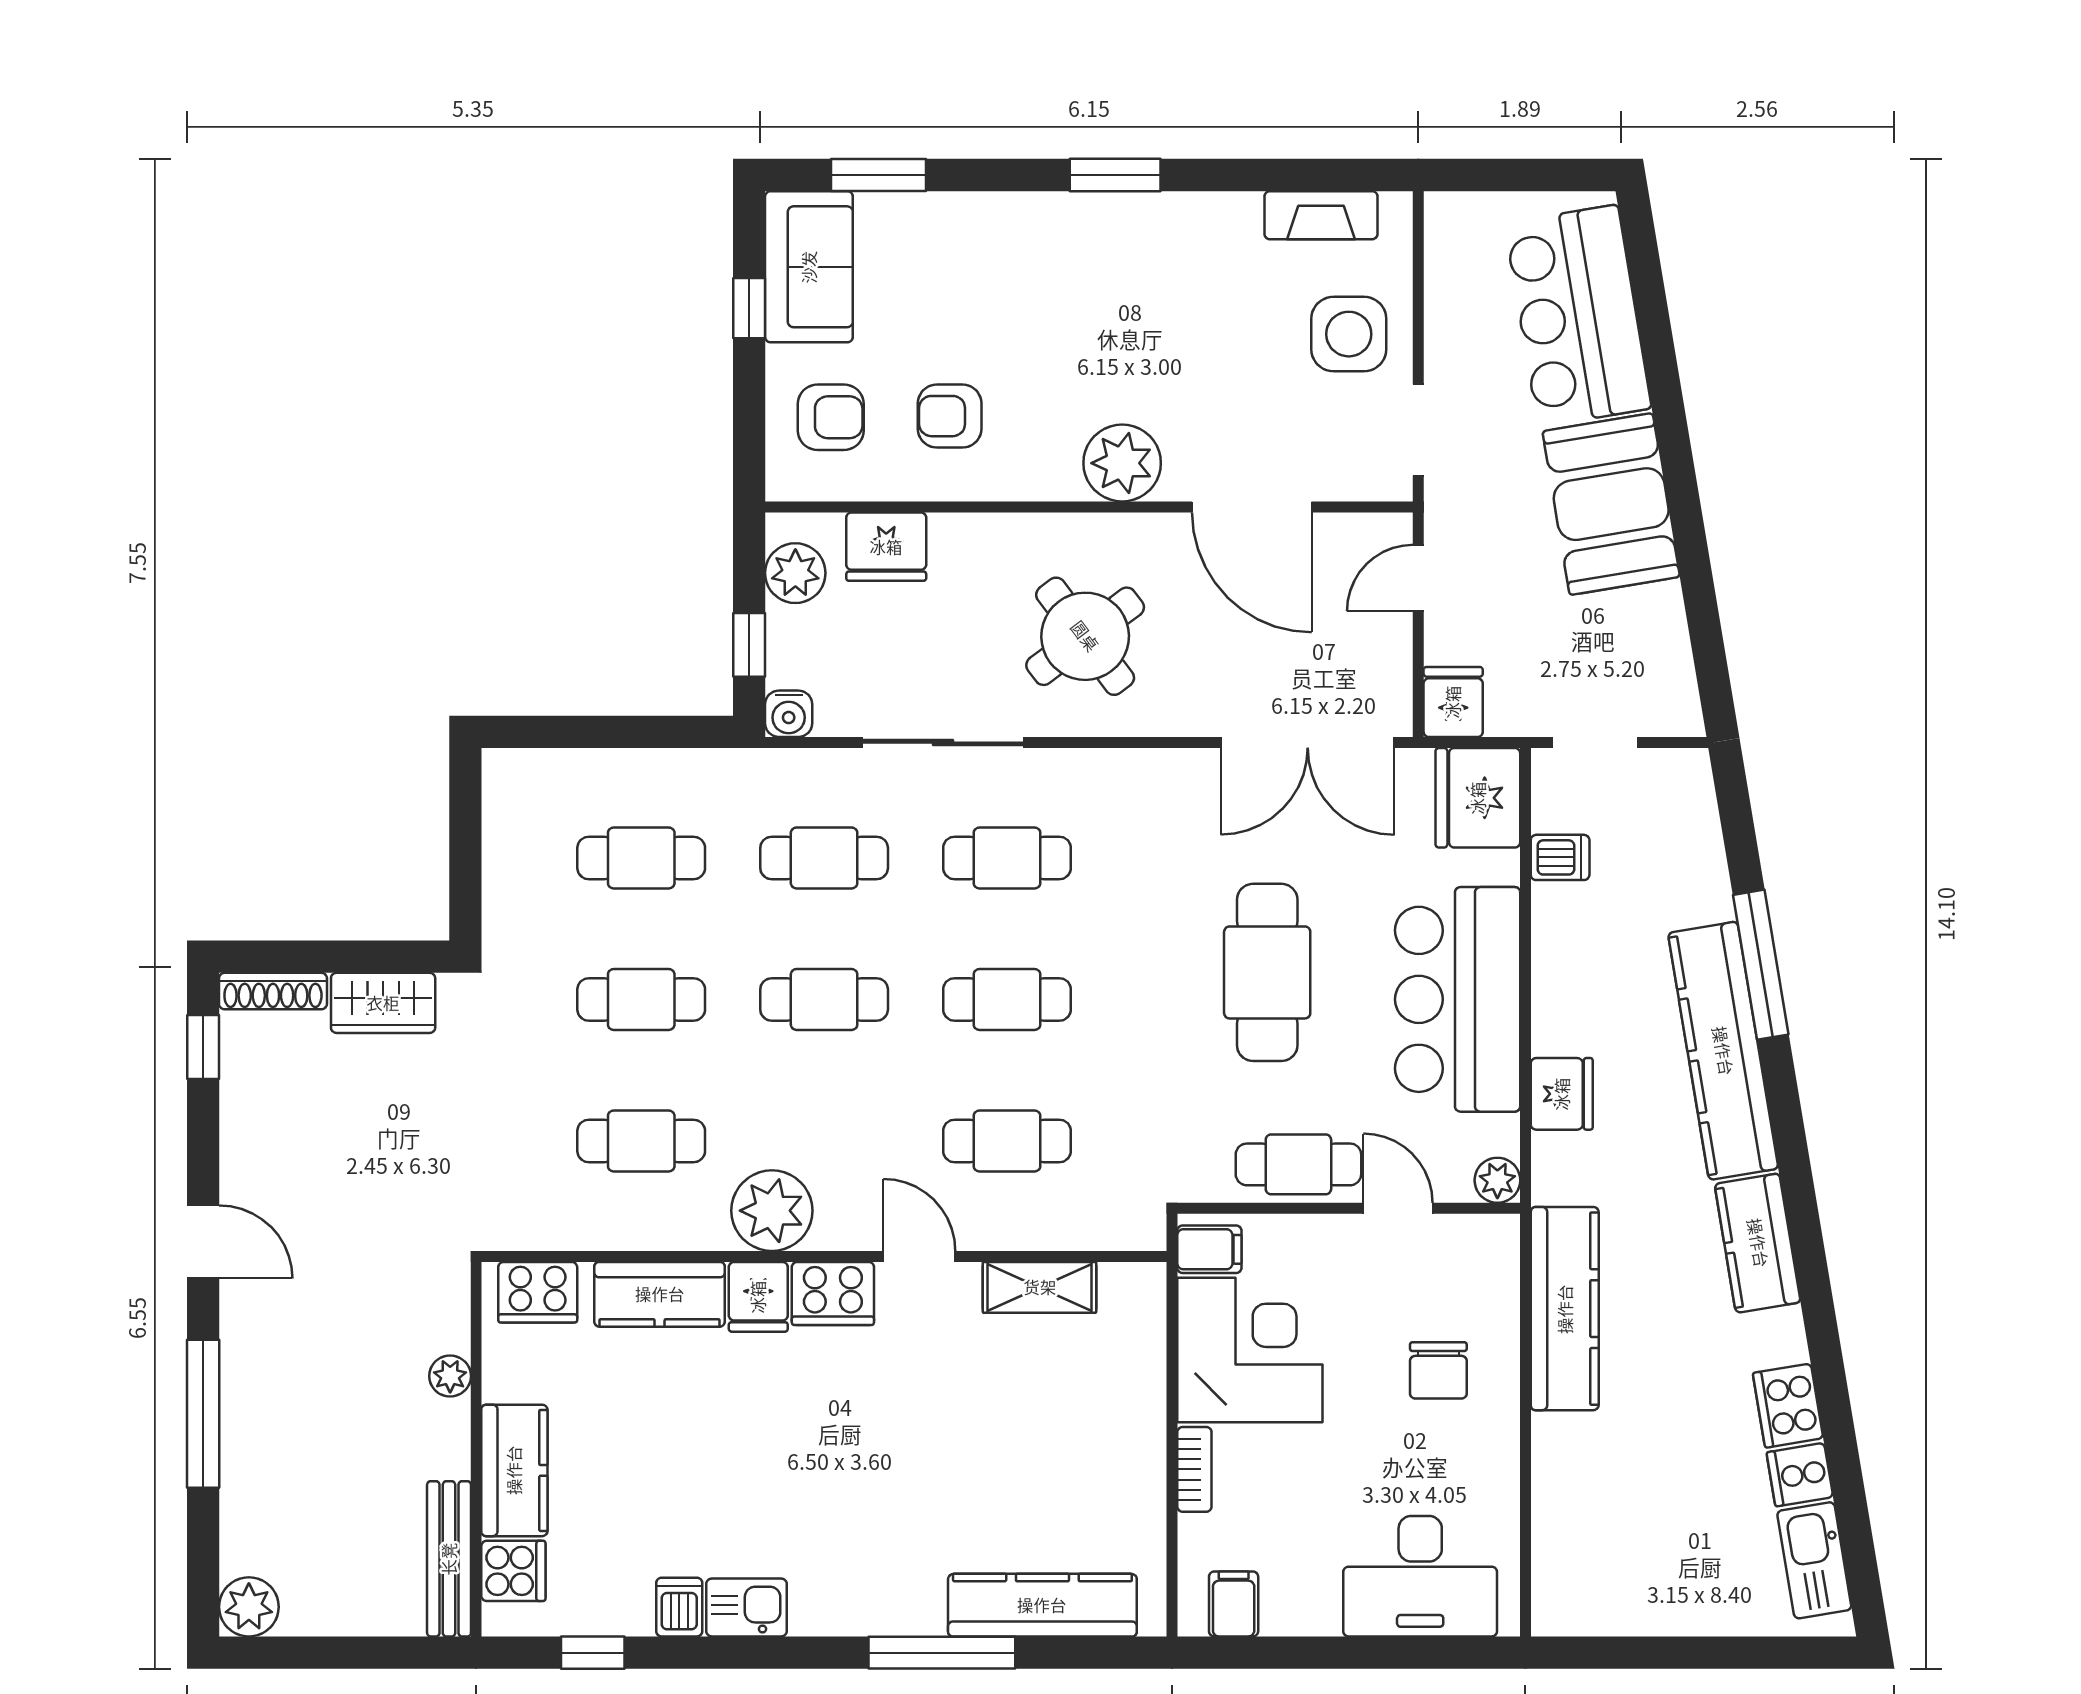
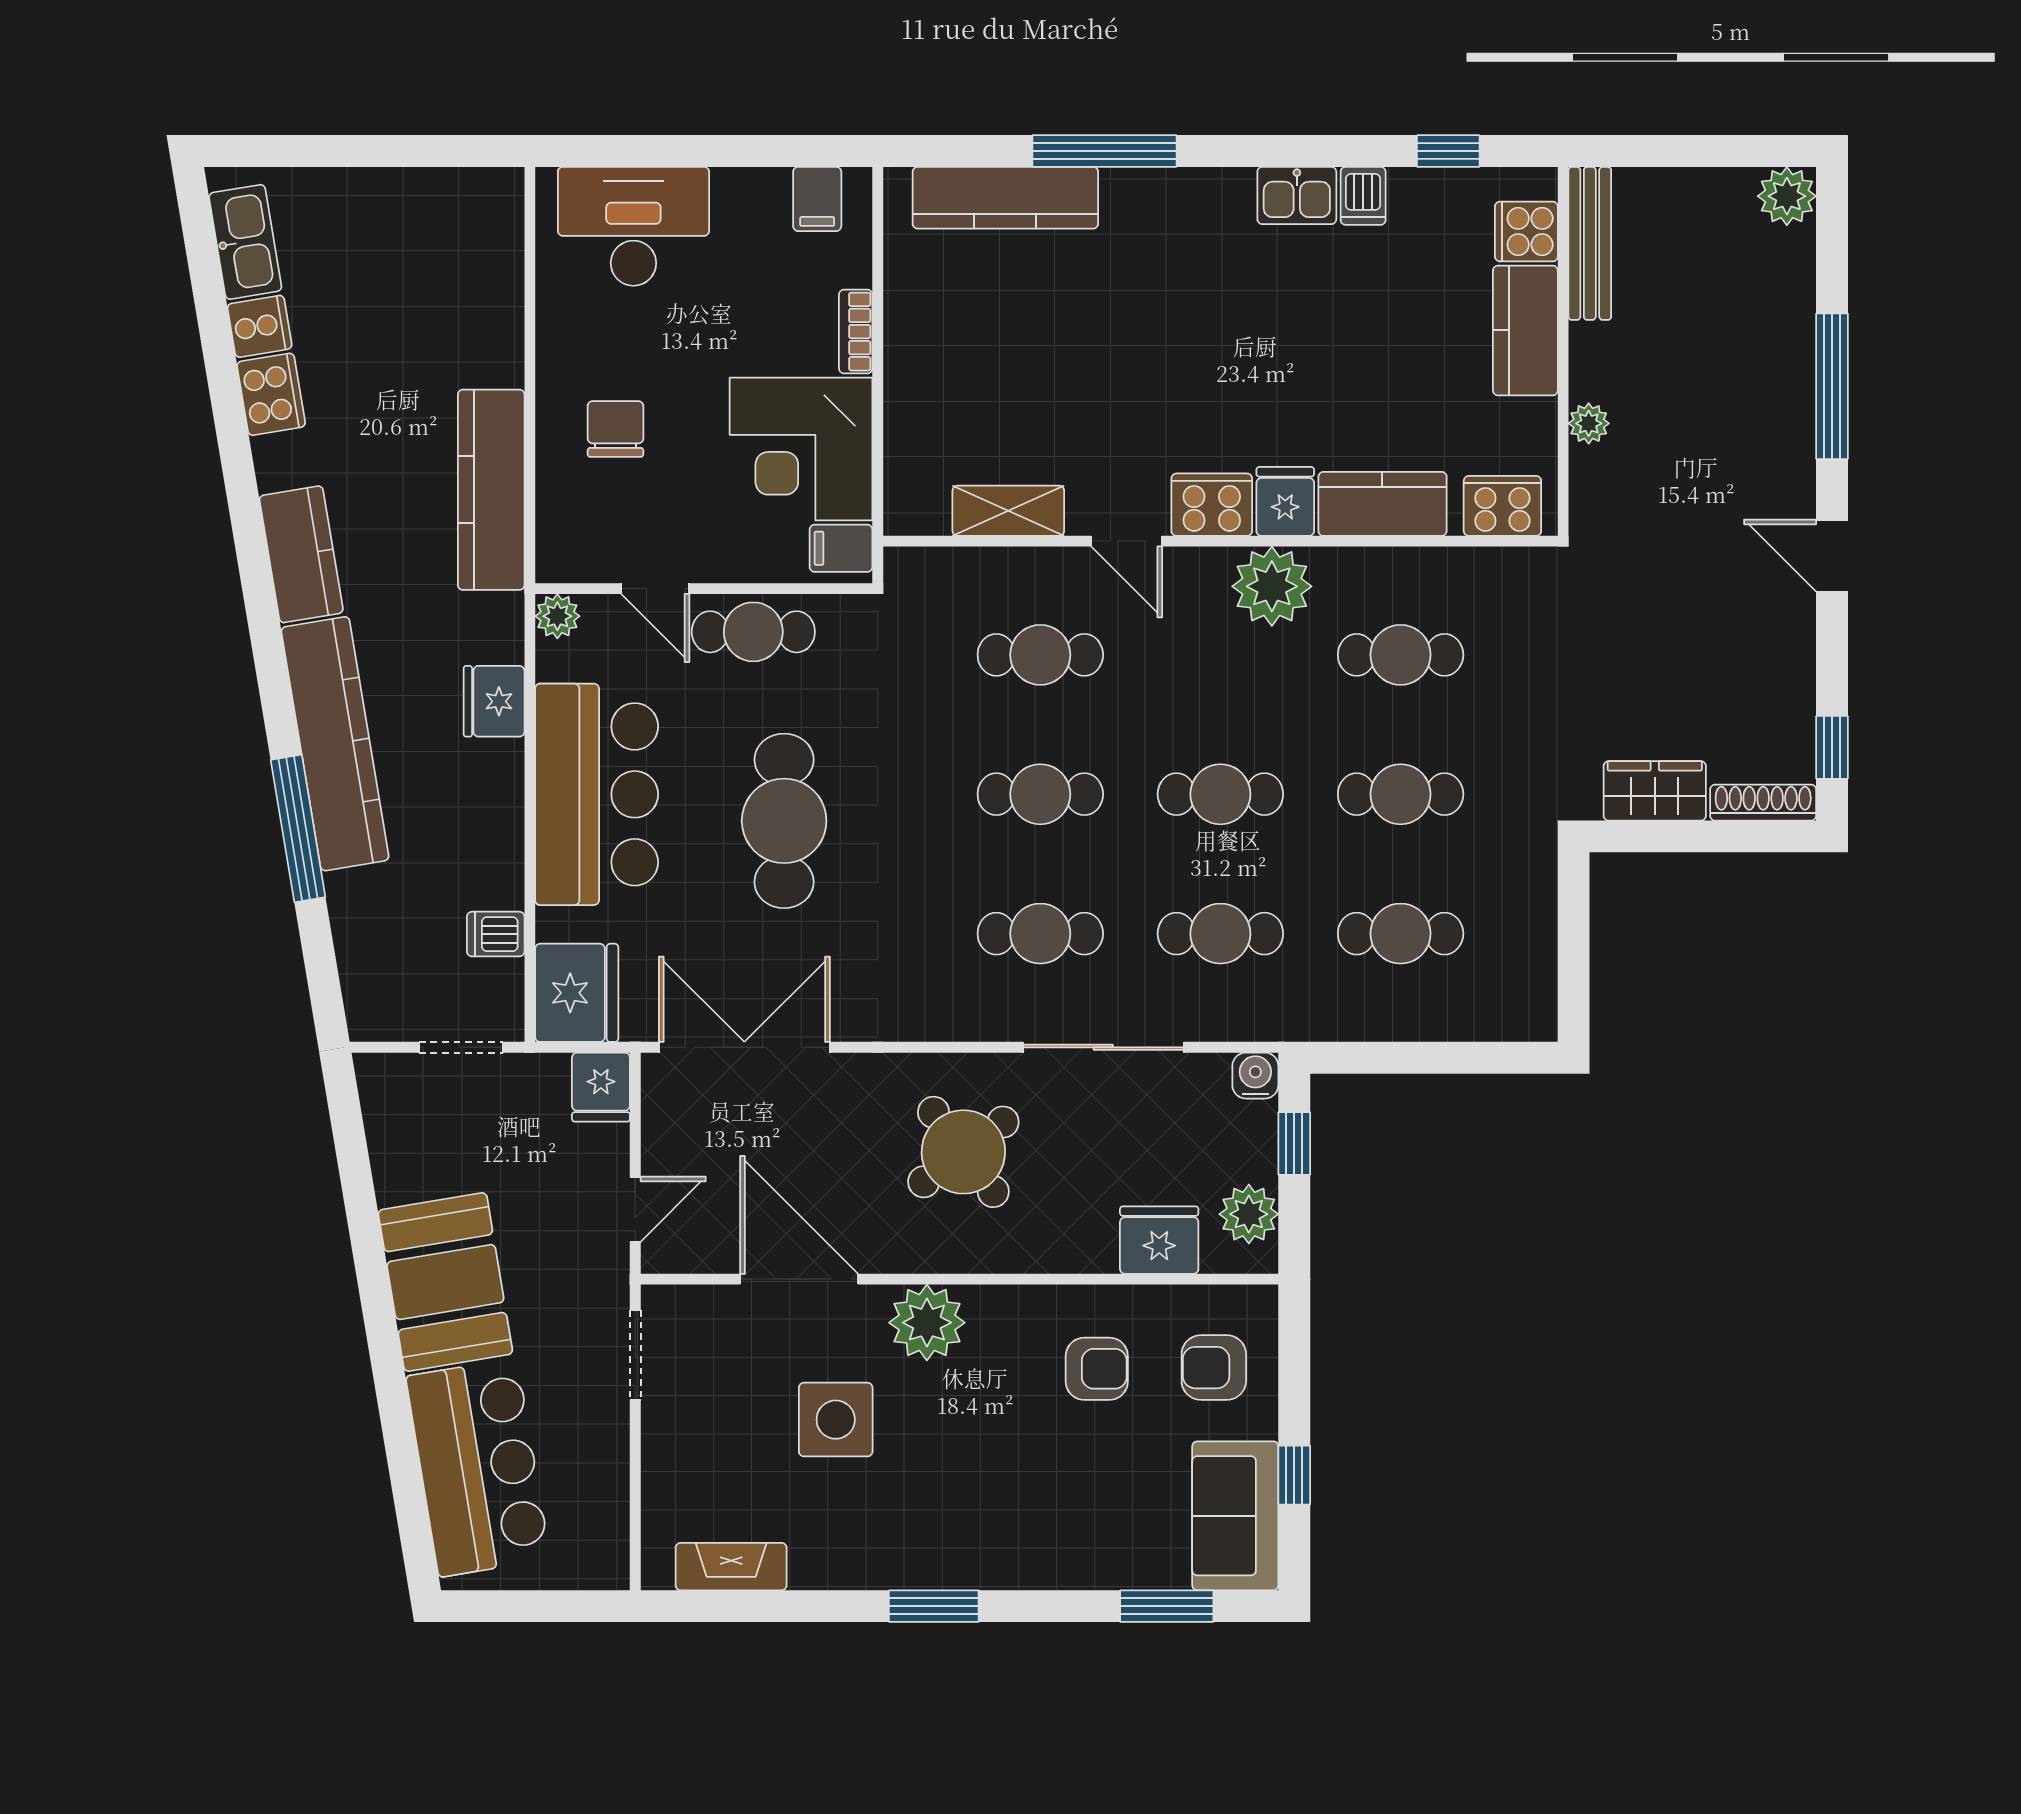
side table: (1349, 334) -> (836, 1420), moved

